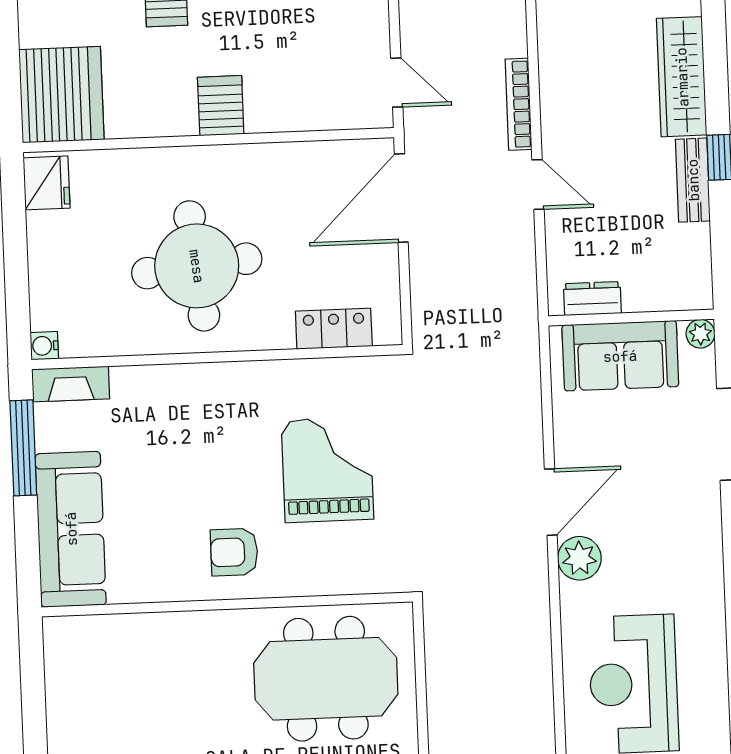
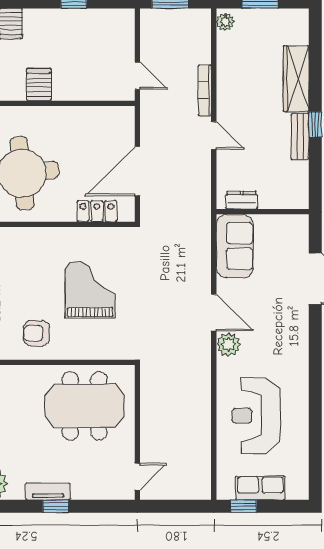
door: (401, 198) -> (137, 171), moved
plant: (700, 334) -> (301, 222), removed
sofa: (620, 356) -> (235, 246), moved, turned -90
door: (551, 502) -> (214, 313), hinge flipped

